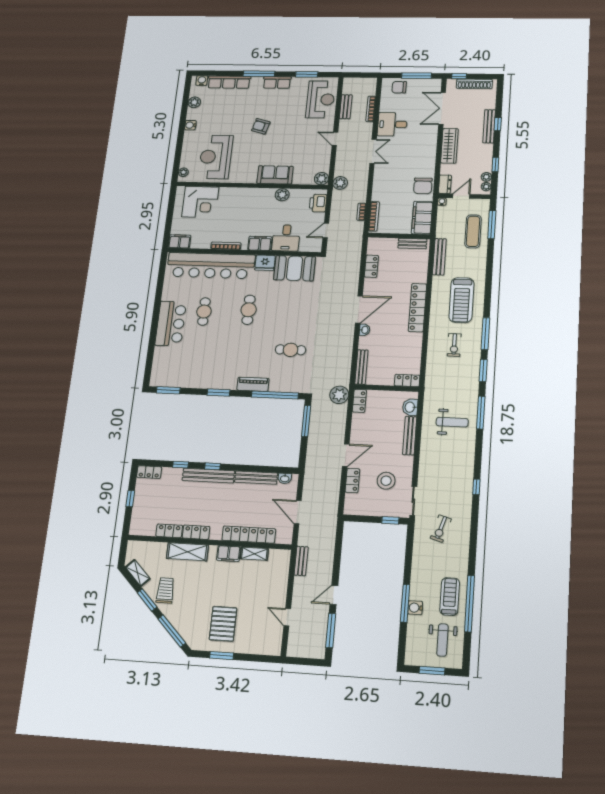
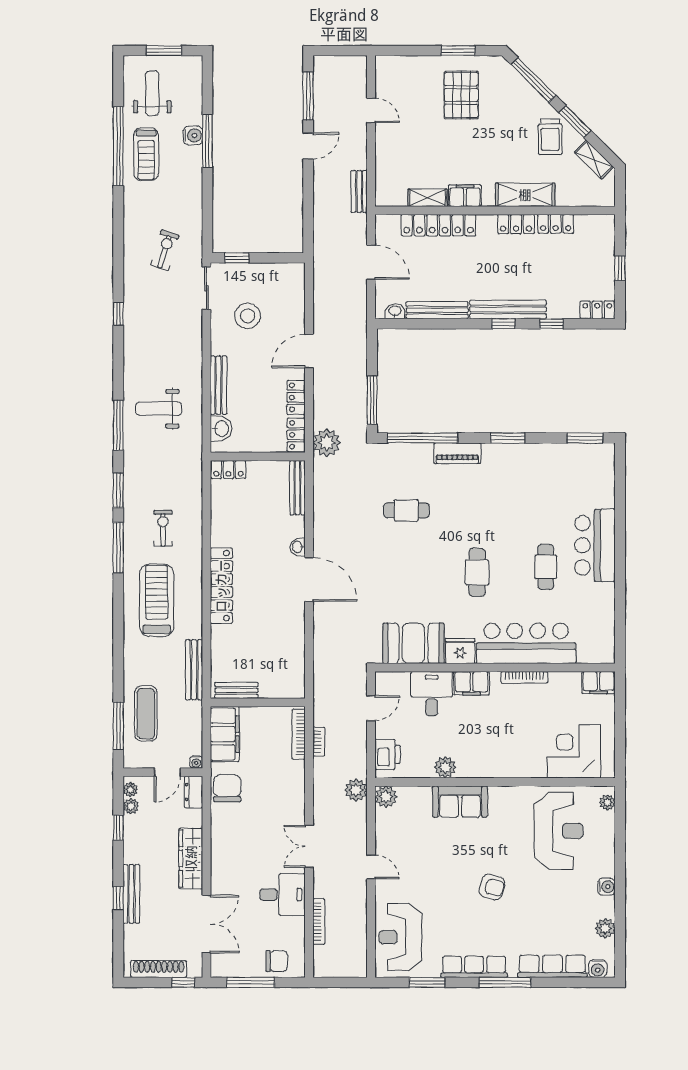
row of seats: (277, 82) -> (474, 967), width x1.48
bench: (346, 107) -> (359, 925), removed
bar counter: (211, 266) -> (526, 643), width x0.73
locker: (371, 266) -> (296, 651), removed
door: (359, 309) -> (309, 579), swing flipped
locker: (352, 481) -> (296, 397), moved

